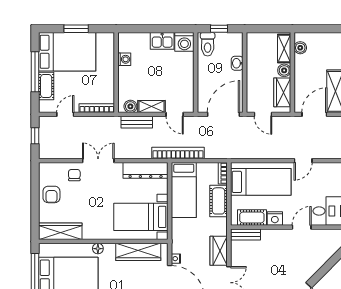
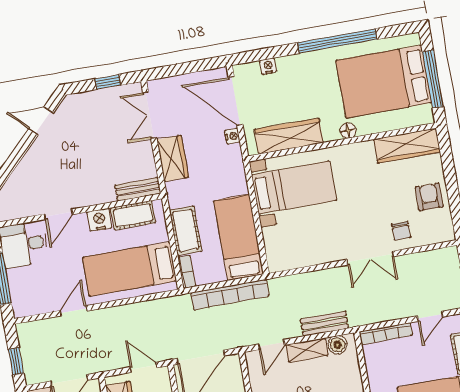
door: (175, 114) -> (272, 345), swing flipped
bookcase: (178, 153) -> (230, 294), moved
dresser: (146, 170) -> (299, 256), removed

